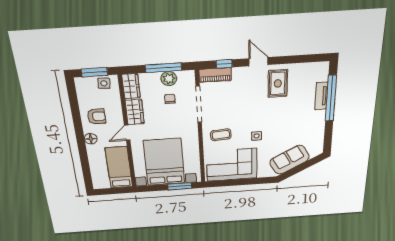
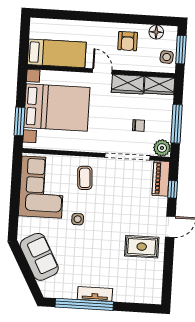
plant: (169, 79) -> (162, 148), moved
tv unit: (321, 96) -> (95, 294), moved
window: (331, 98) -> (84, 304), moved
floor lamp: (91, 139) -> (156, 32), moved

